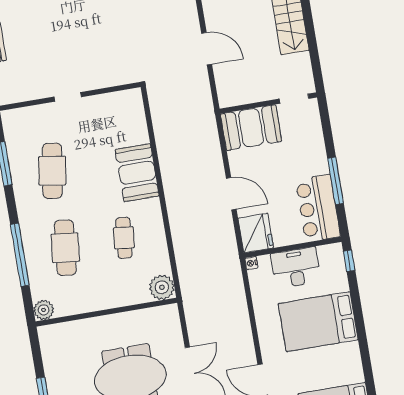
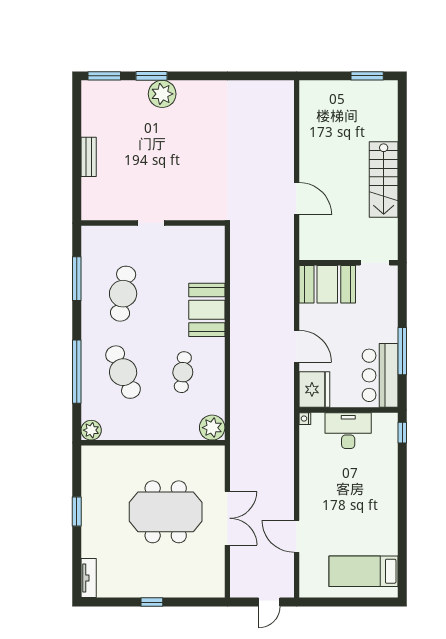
cafe table: (65, 248) -> (123, 372), turned -30
bed: (318, 322) -> (361, 488), removed

